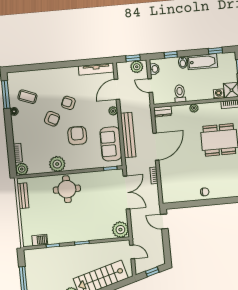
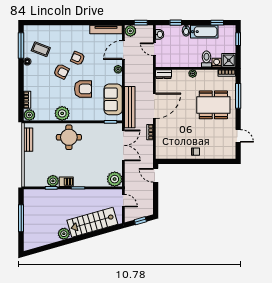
plant: (137, 67) -> (130, 31), moved
toilet: (180, 94) -> (206, 59), moved
bench: (128, 135) -> (130, 107), moved
armchair: (77, 136) -> (83, 89), turned 90
plant: (54, 238) -> (53, 181), added
barbecue: (40, 240) -> (66, 182), moved

